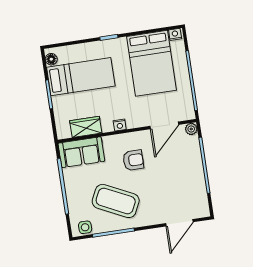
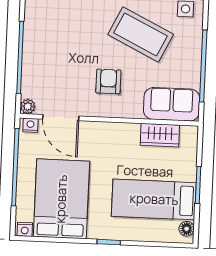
nightstand: (120, 125) -> (30, 125), moved
door: (164, 125) -> (61, 118), swing flipped
armchair: (133, 160) -> (108, 81), turned 90

